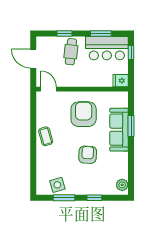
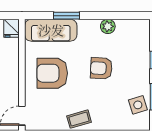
sofa: (119, 130) -> (51, 30), moved
plant: (122, 185) -> (108, 26), moved

